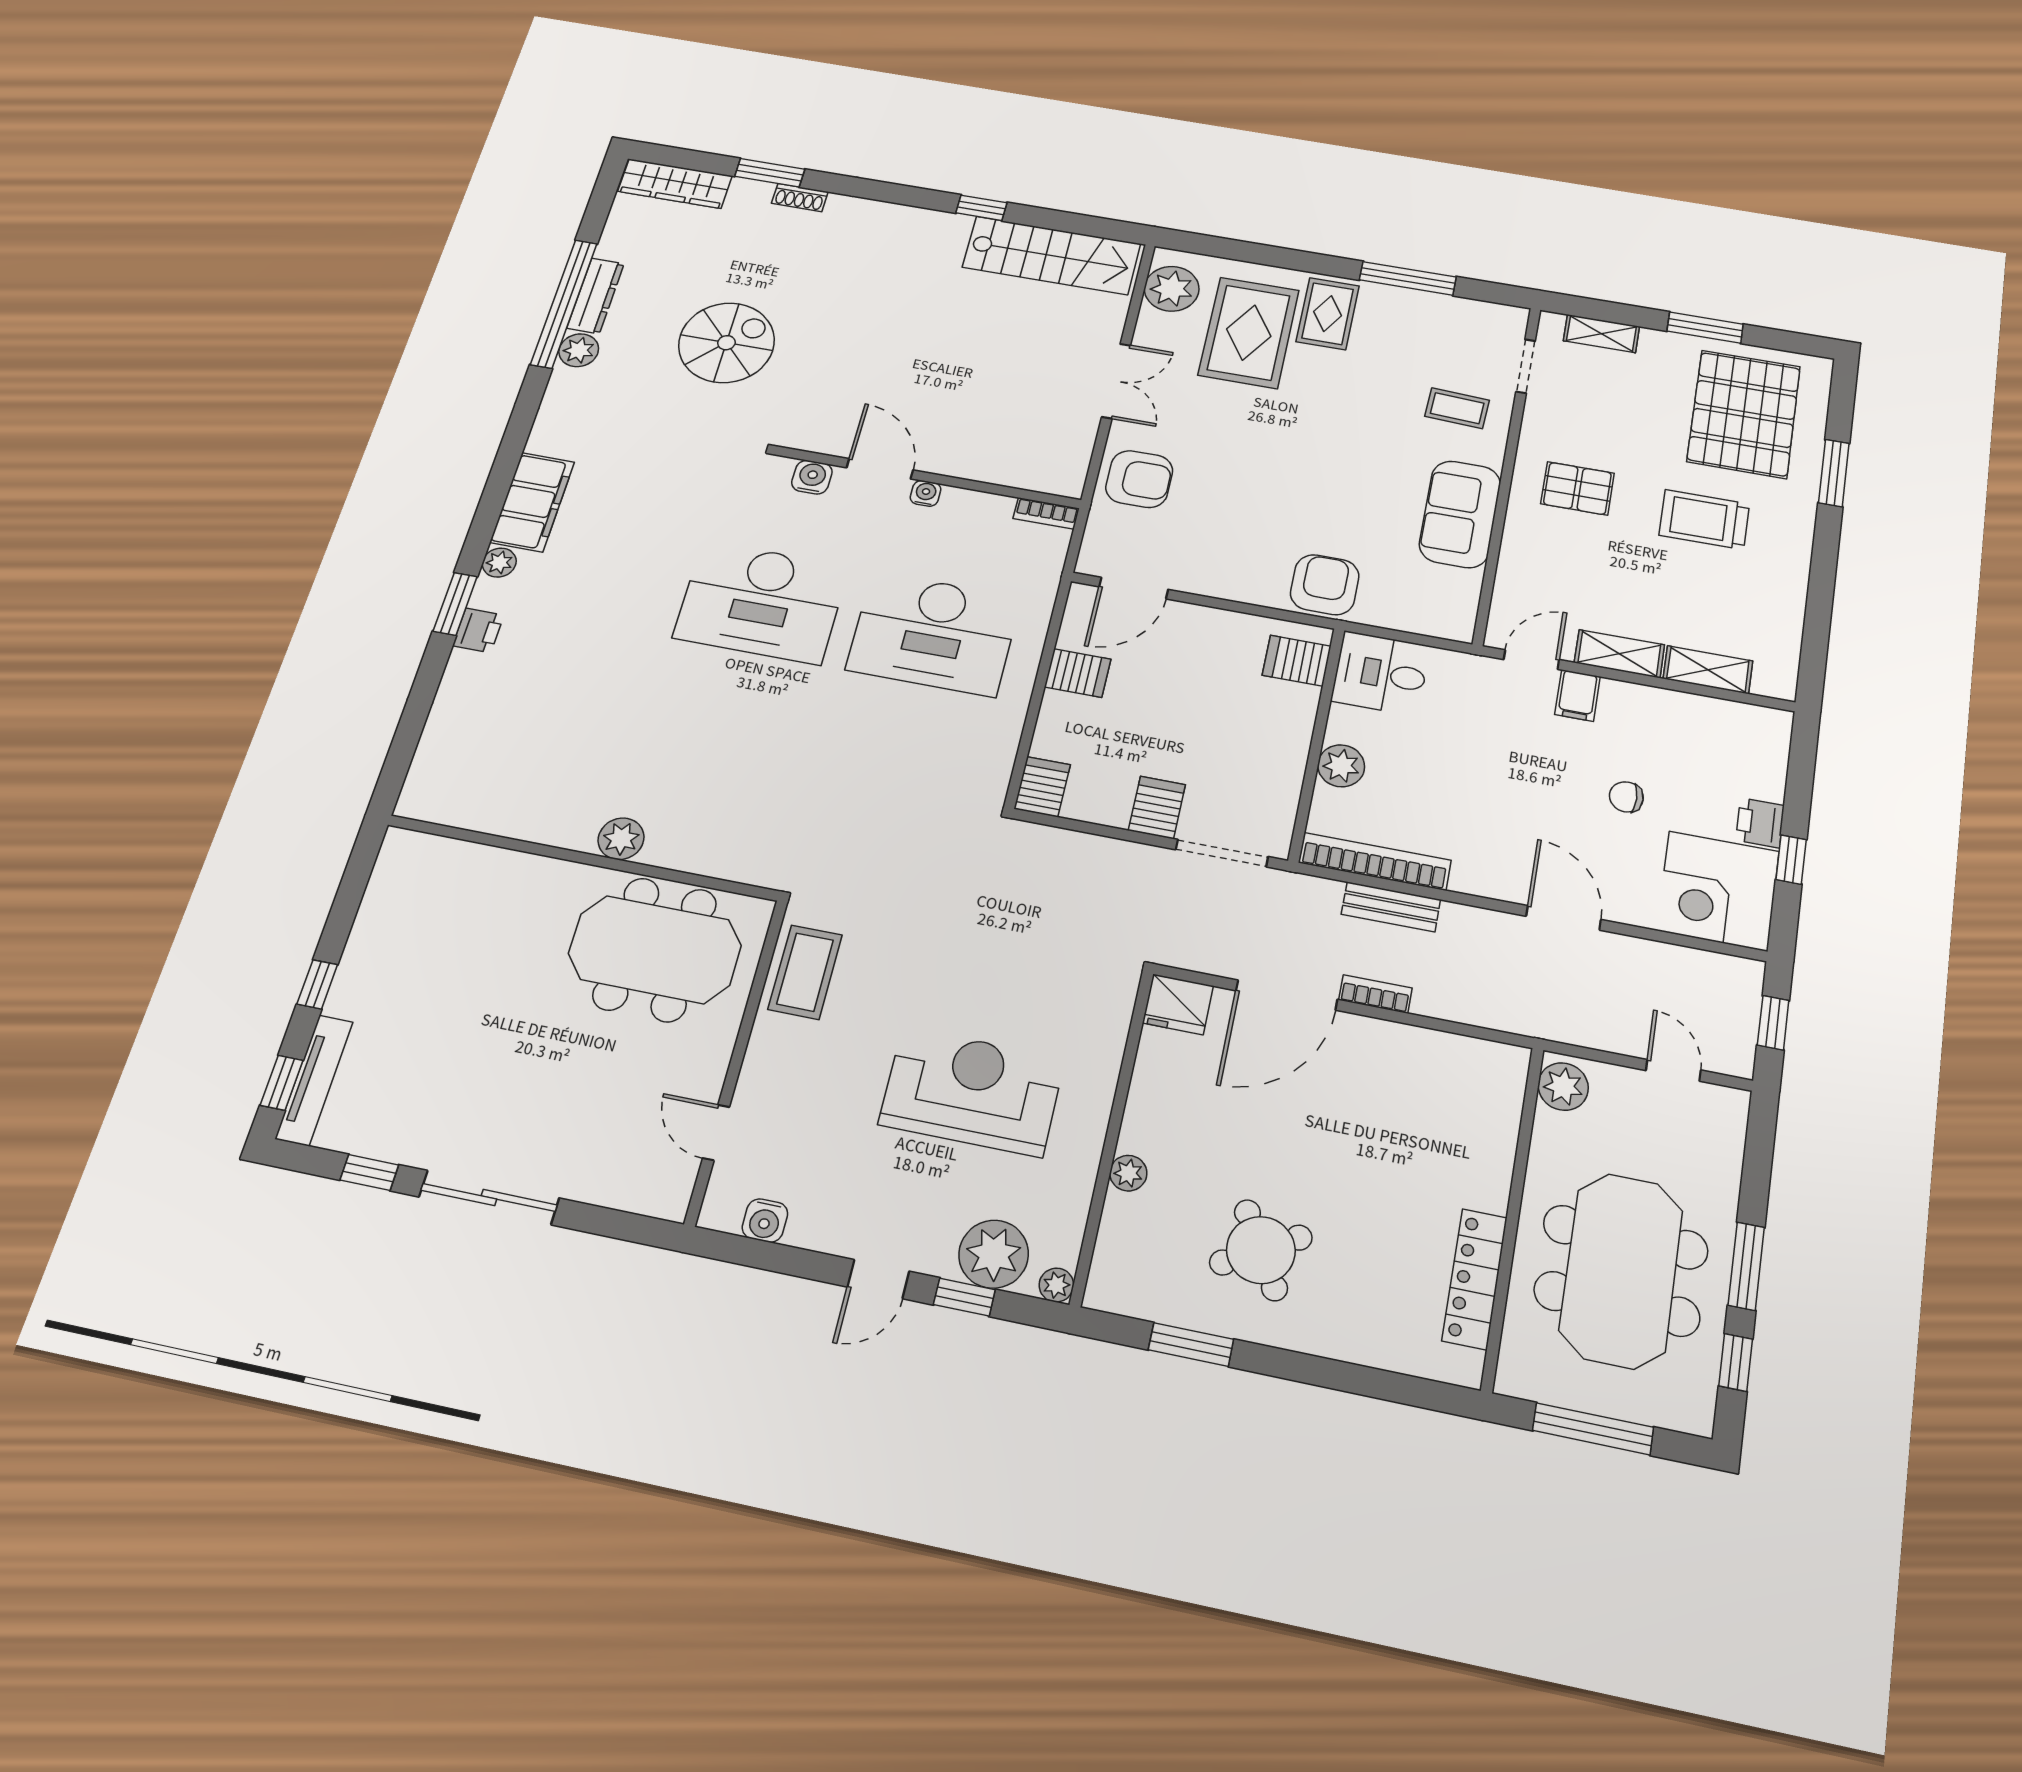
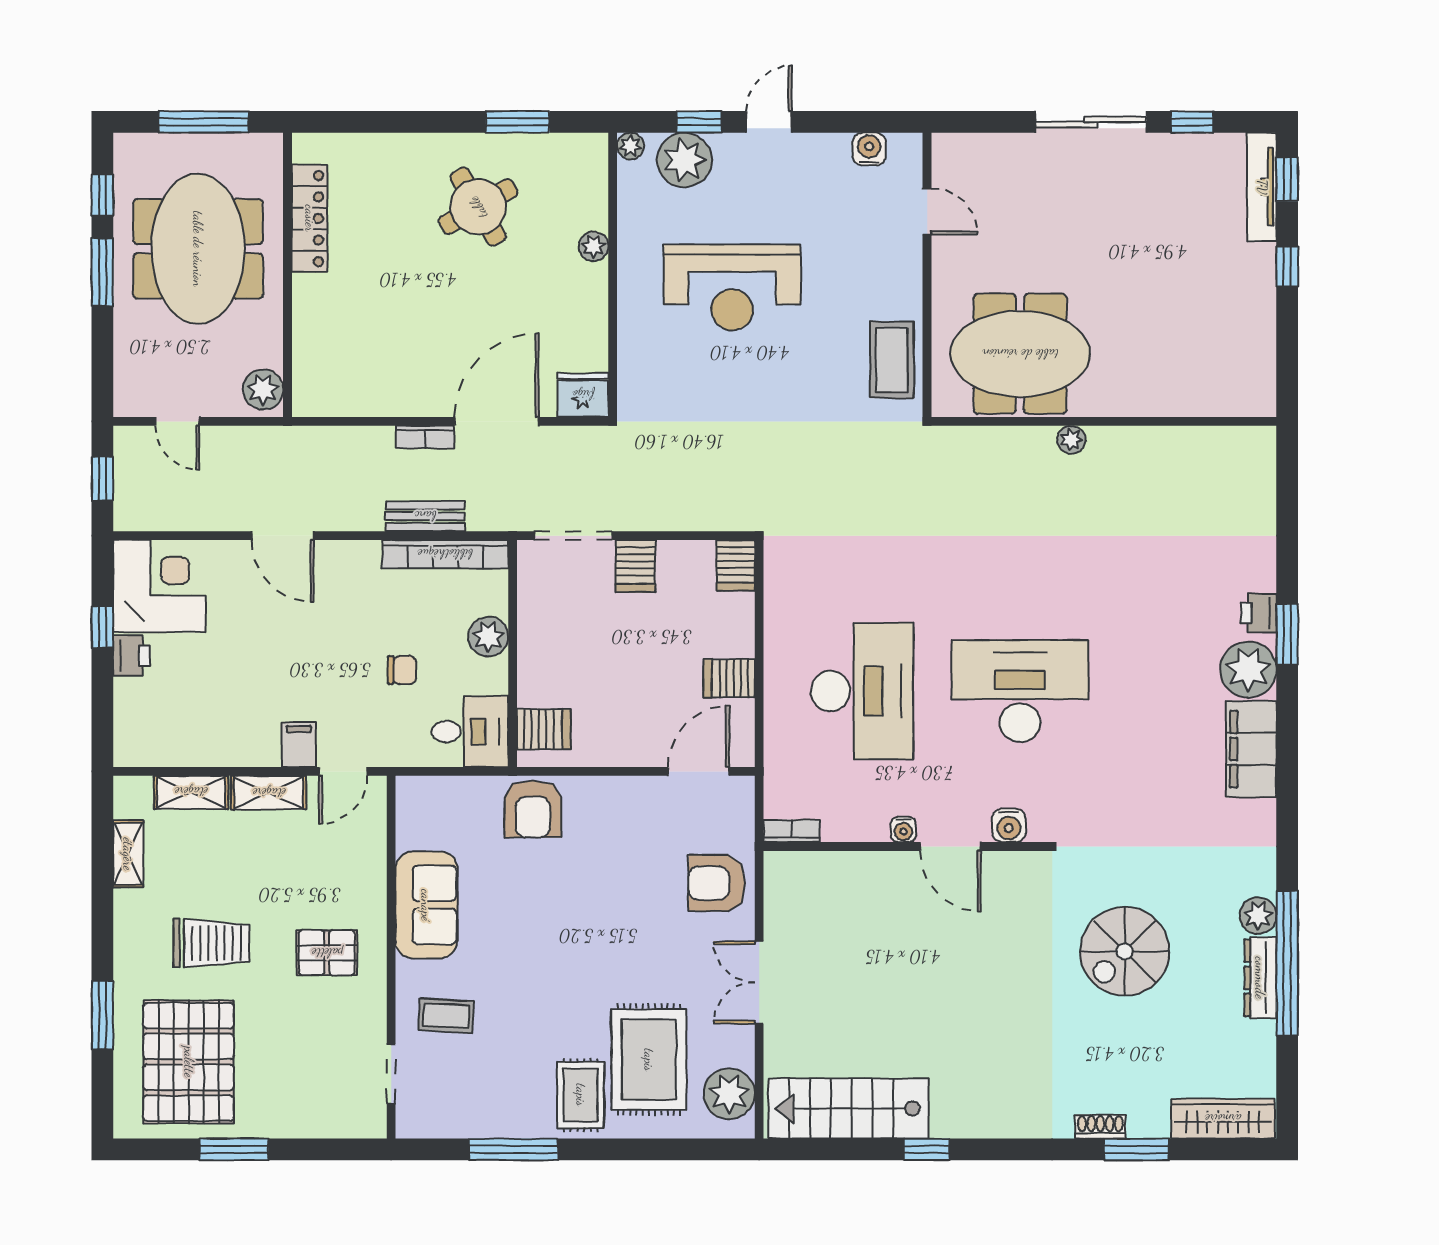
shelving: (1601, 334) -> (128, 854), moved, turned 90
plant: (499, 563) -> (1248, 670), width x1.88, depth x1.88
desk: (934, 634) -> (862, 691), turned 90
chair: (1626, 797) -> (402, 670), moved
plant: (621, 839) -> (1071, 440), width x0.73, depth x0.73

